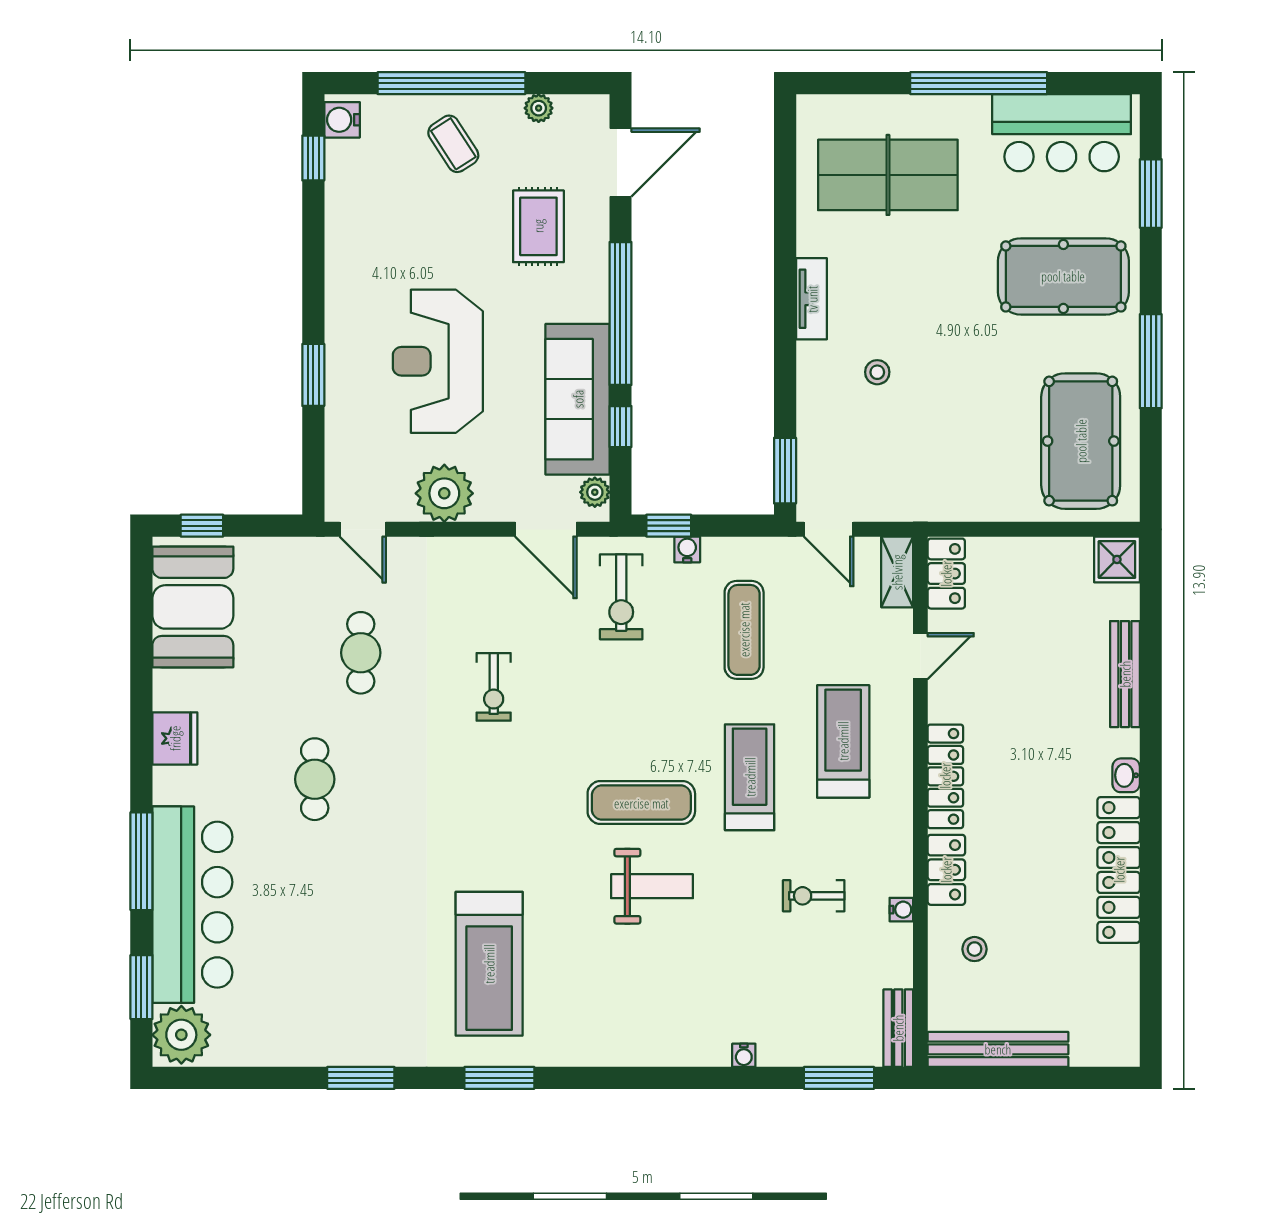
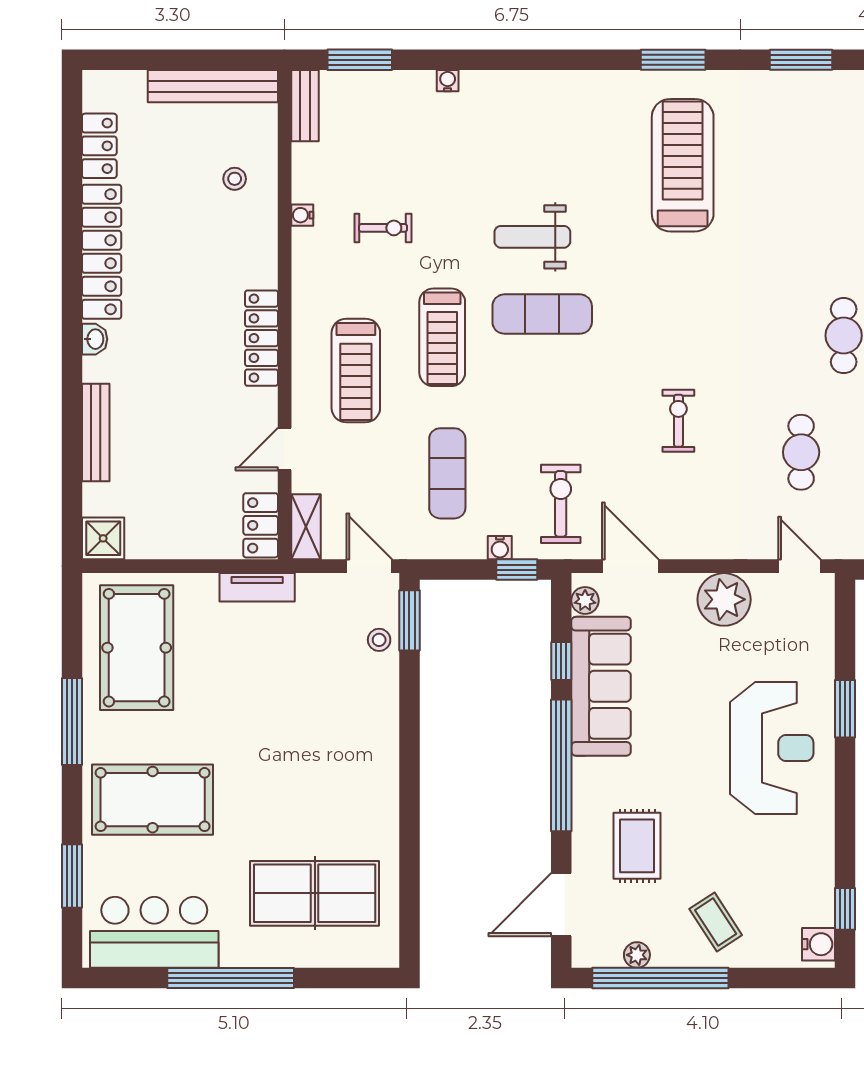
window: (451, 83) -> (660, 978), moved
tv unit: (812, 299) -> (257, 587), moved, turned -90
reception desk: (438, 361) -> (772, 748), moved
stool: (877, 372) -> (379, 640), moved
locker: (946, 870) -> (99, 146), moved, turned 180

